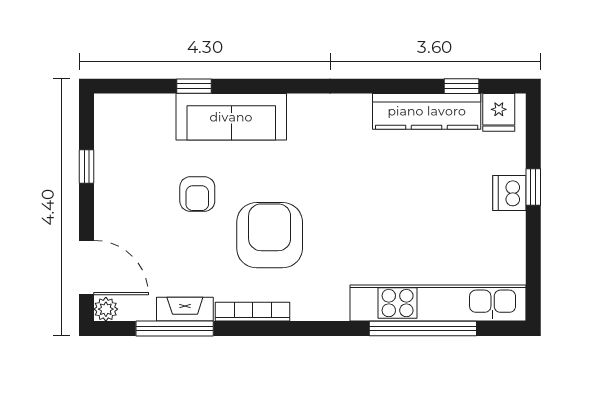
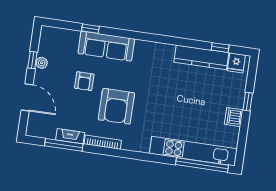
dishwasher: (509, 193) -> (234, 117), moved
armchair: (270, 235) -> (116, 106), turned 180
door: (86, 268) -> (27, 97), moved
plant: (106, 309) -> (42, 63), moved
window: (423, 328) -> (202, 165), moved

